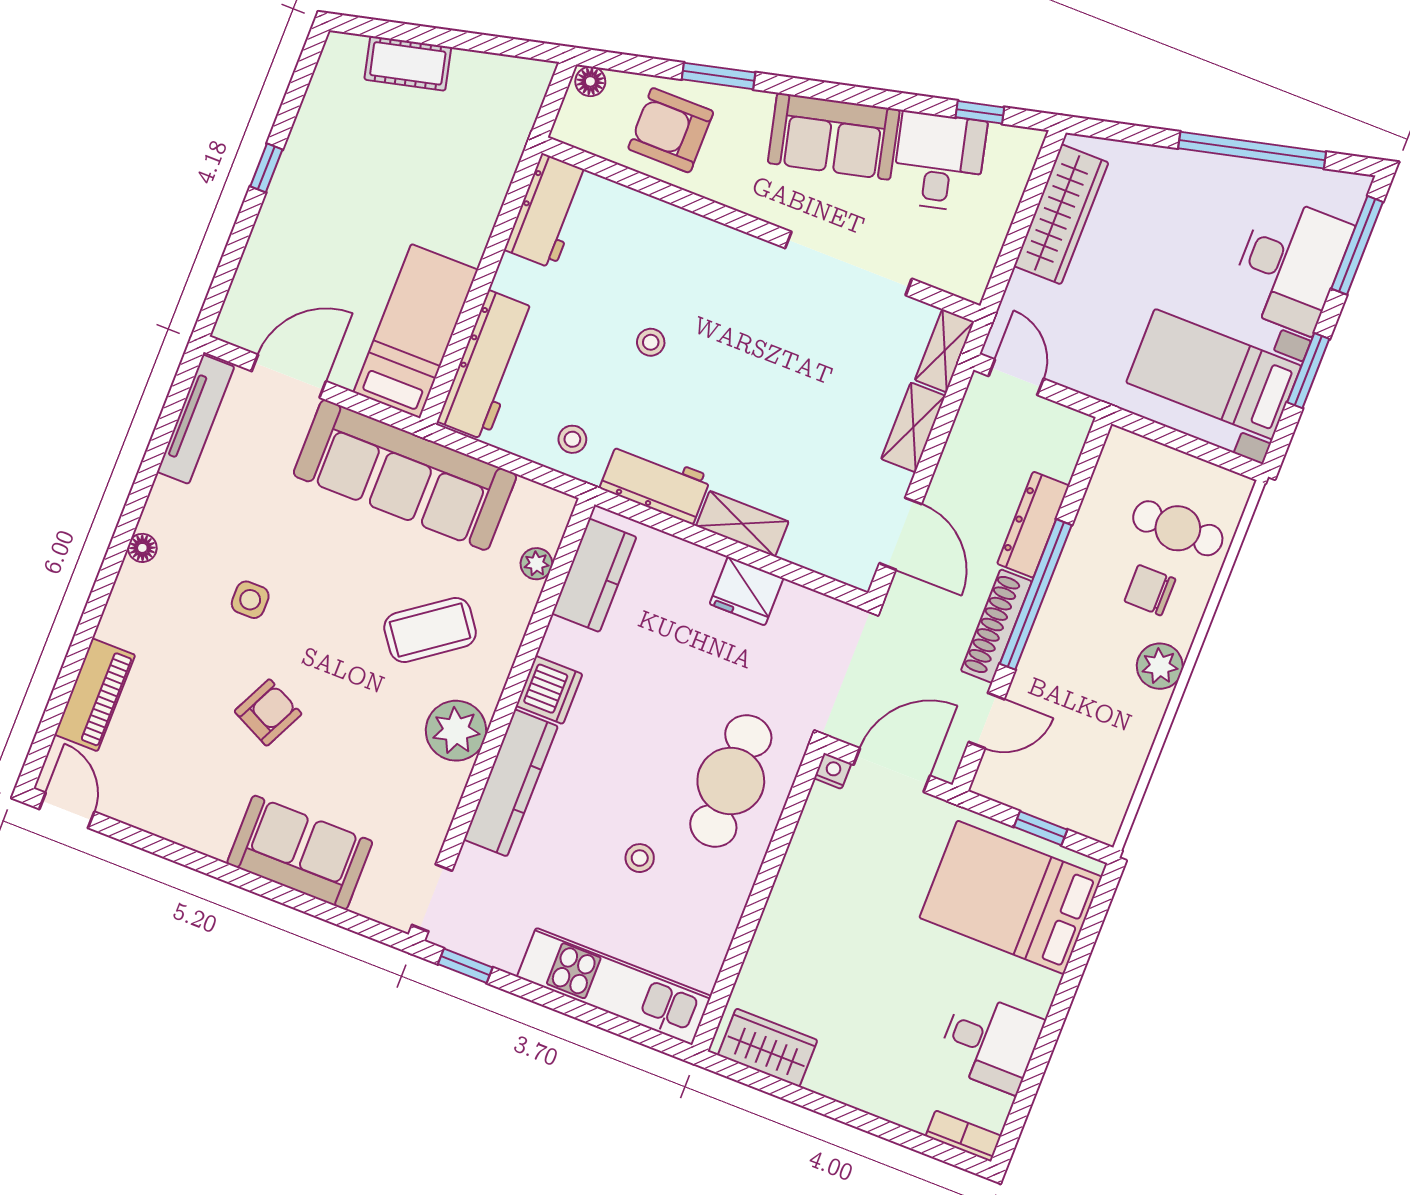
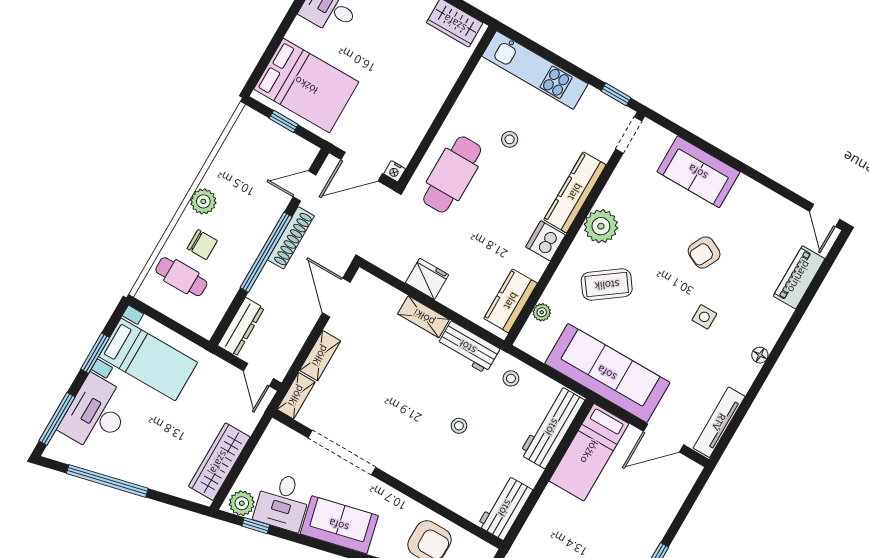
plant: (1010, 148) -> (242, 503), added
dresser: (1033, 525) -> (241, 327), moved

